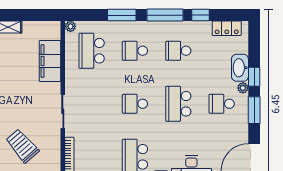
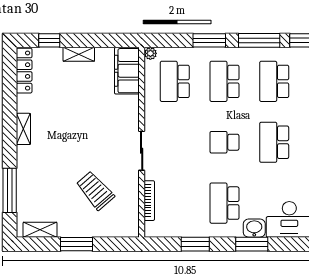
school desk: (135, 51) -> (224, 81), width x1.85
school desk: (178, 51) -> (274, 81), width x1.85
filing cabinet: (50, 61) -> (127, 71), moved

